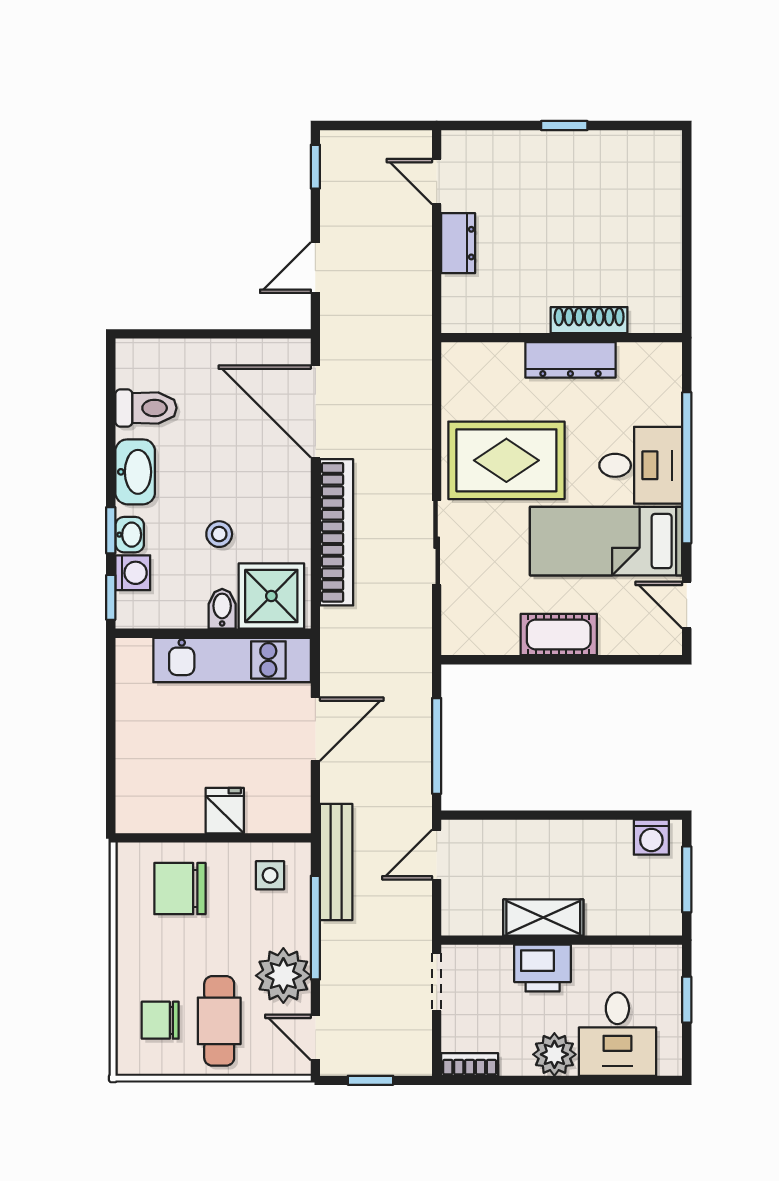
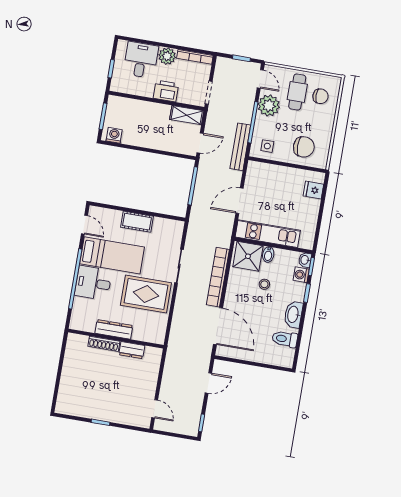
dresser: (458, 243) -> (132, 350), moved, turned -90
washbasin: (130, 535) -> (305, 260), moved
fridge: (225, 811) -> (313, 190), moved, turned 90
shelving: (543, 918) -> (187, 115), moved
bookcase: (470, 1064) -> (195, 57), width x1.56

